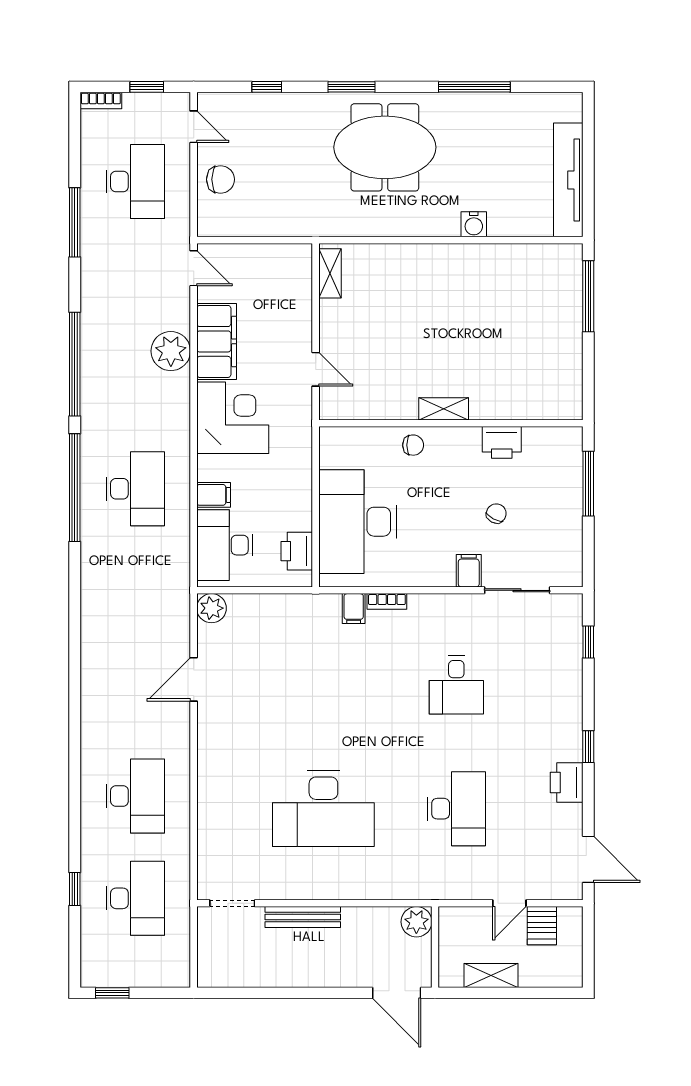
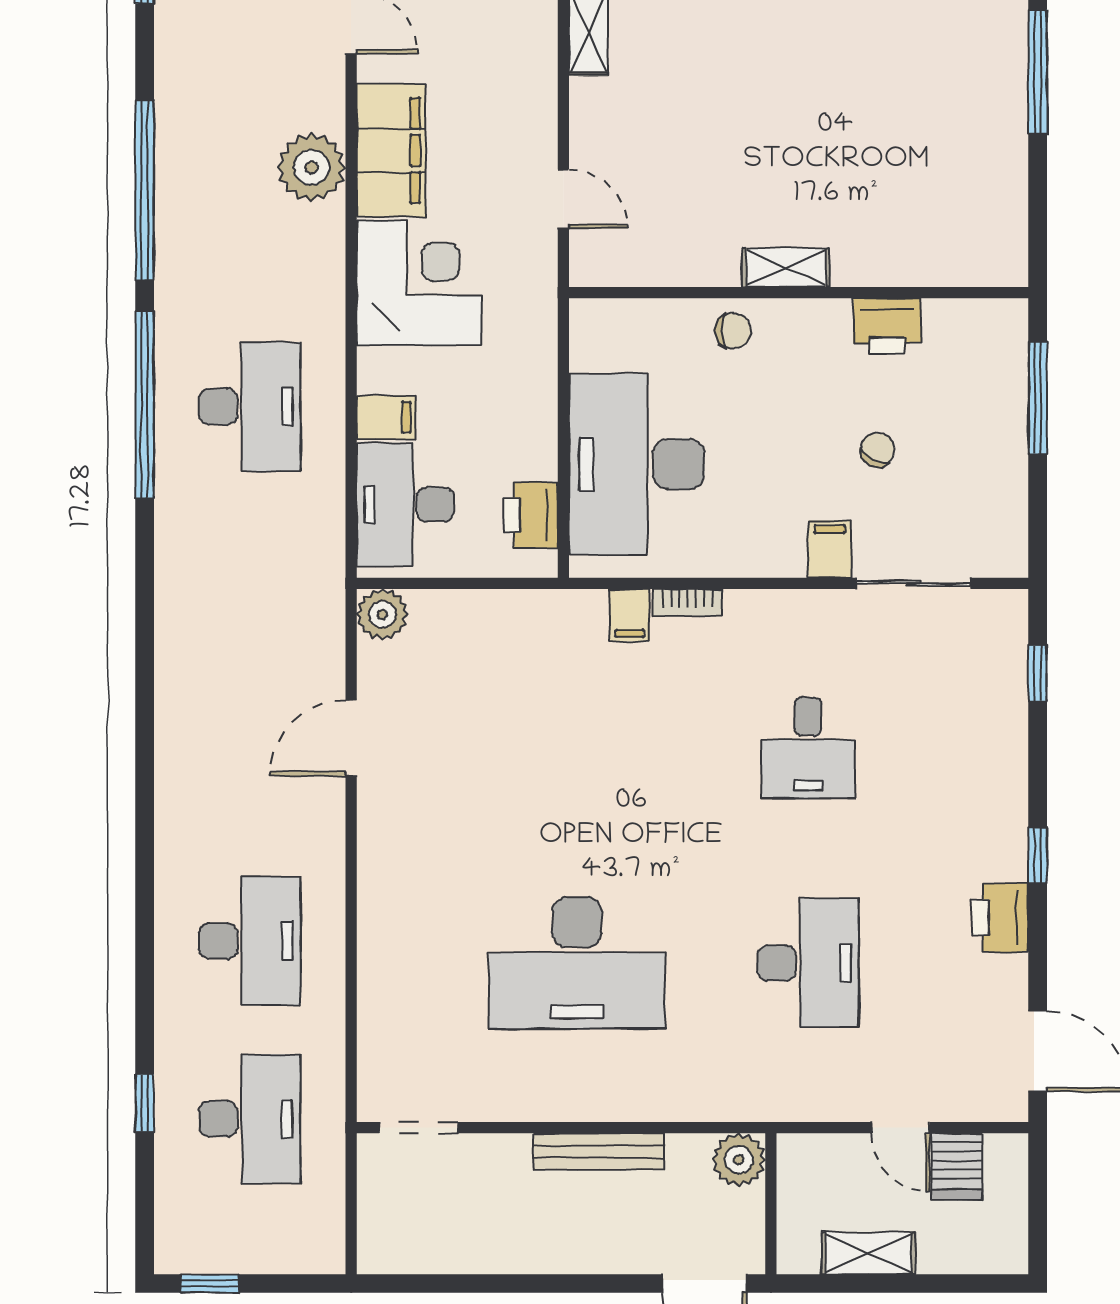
door: (509, 903) -> (900, 1128), hinge flipped
bench: (303, 917) -> (599, 1151), moved

